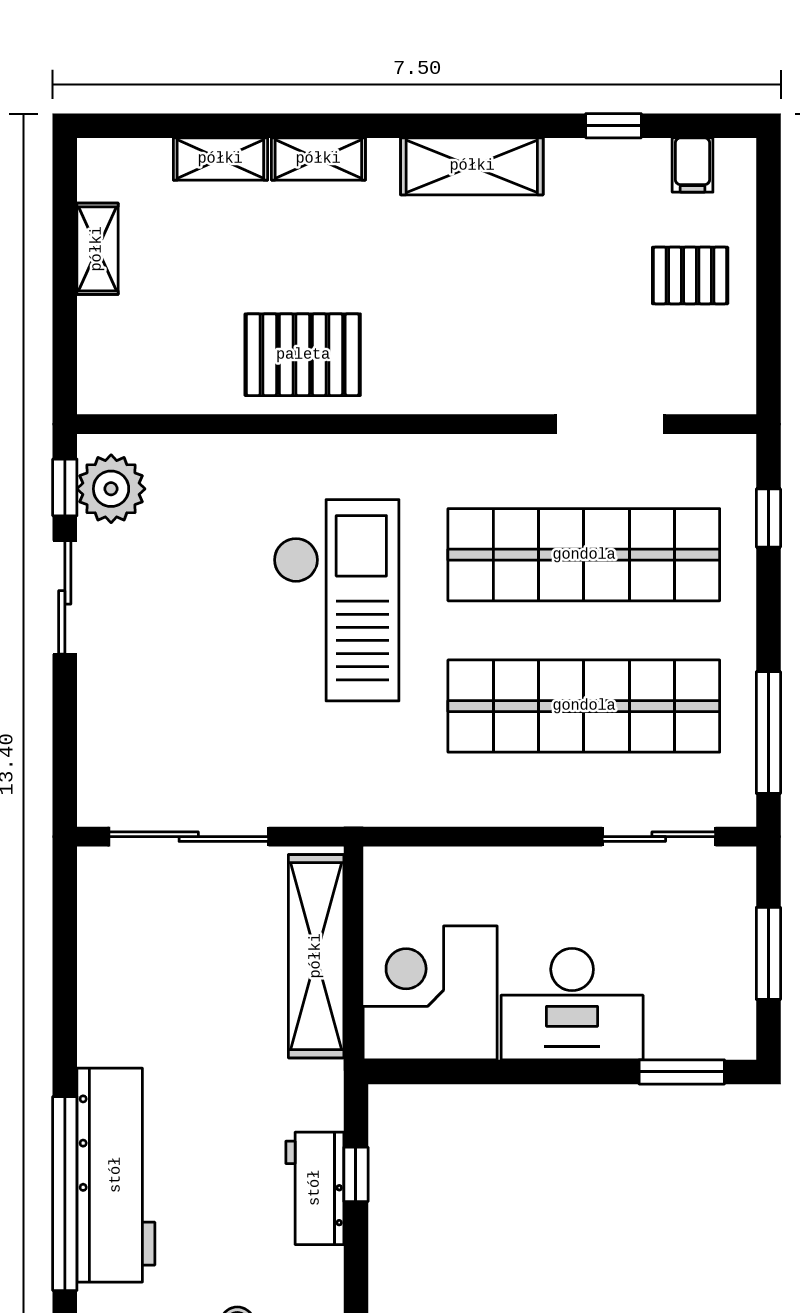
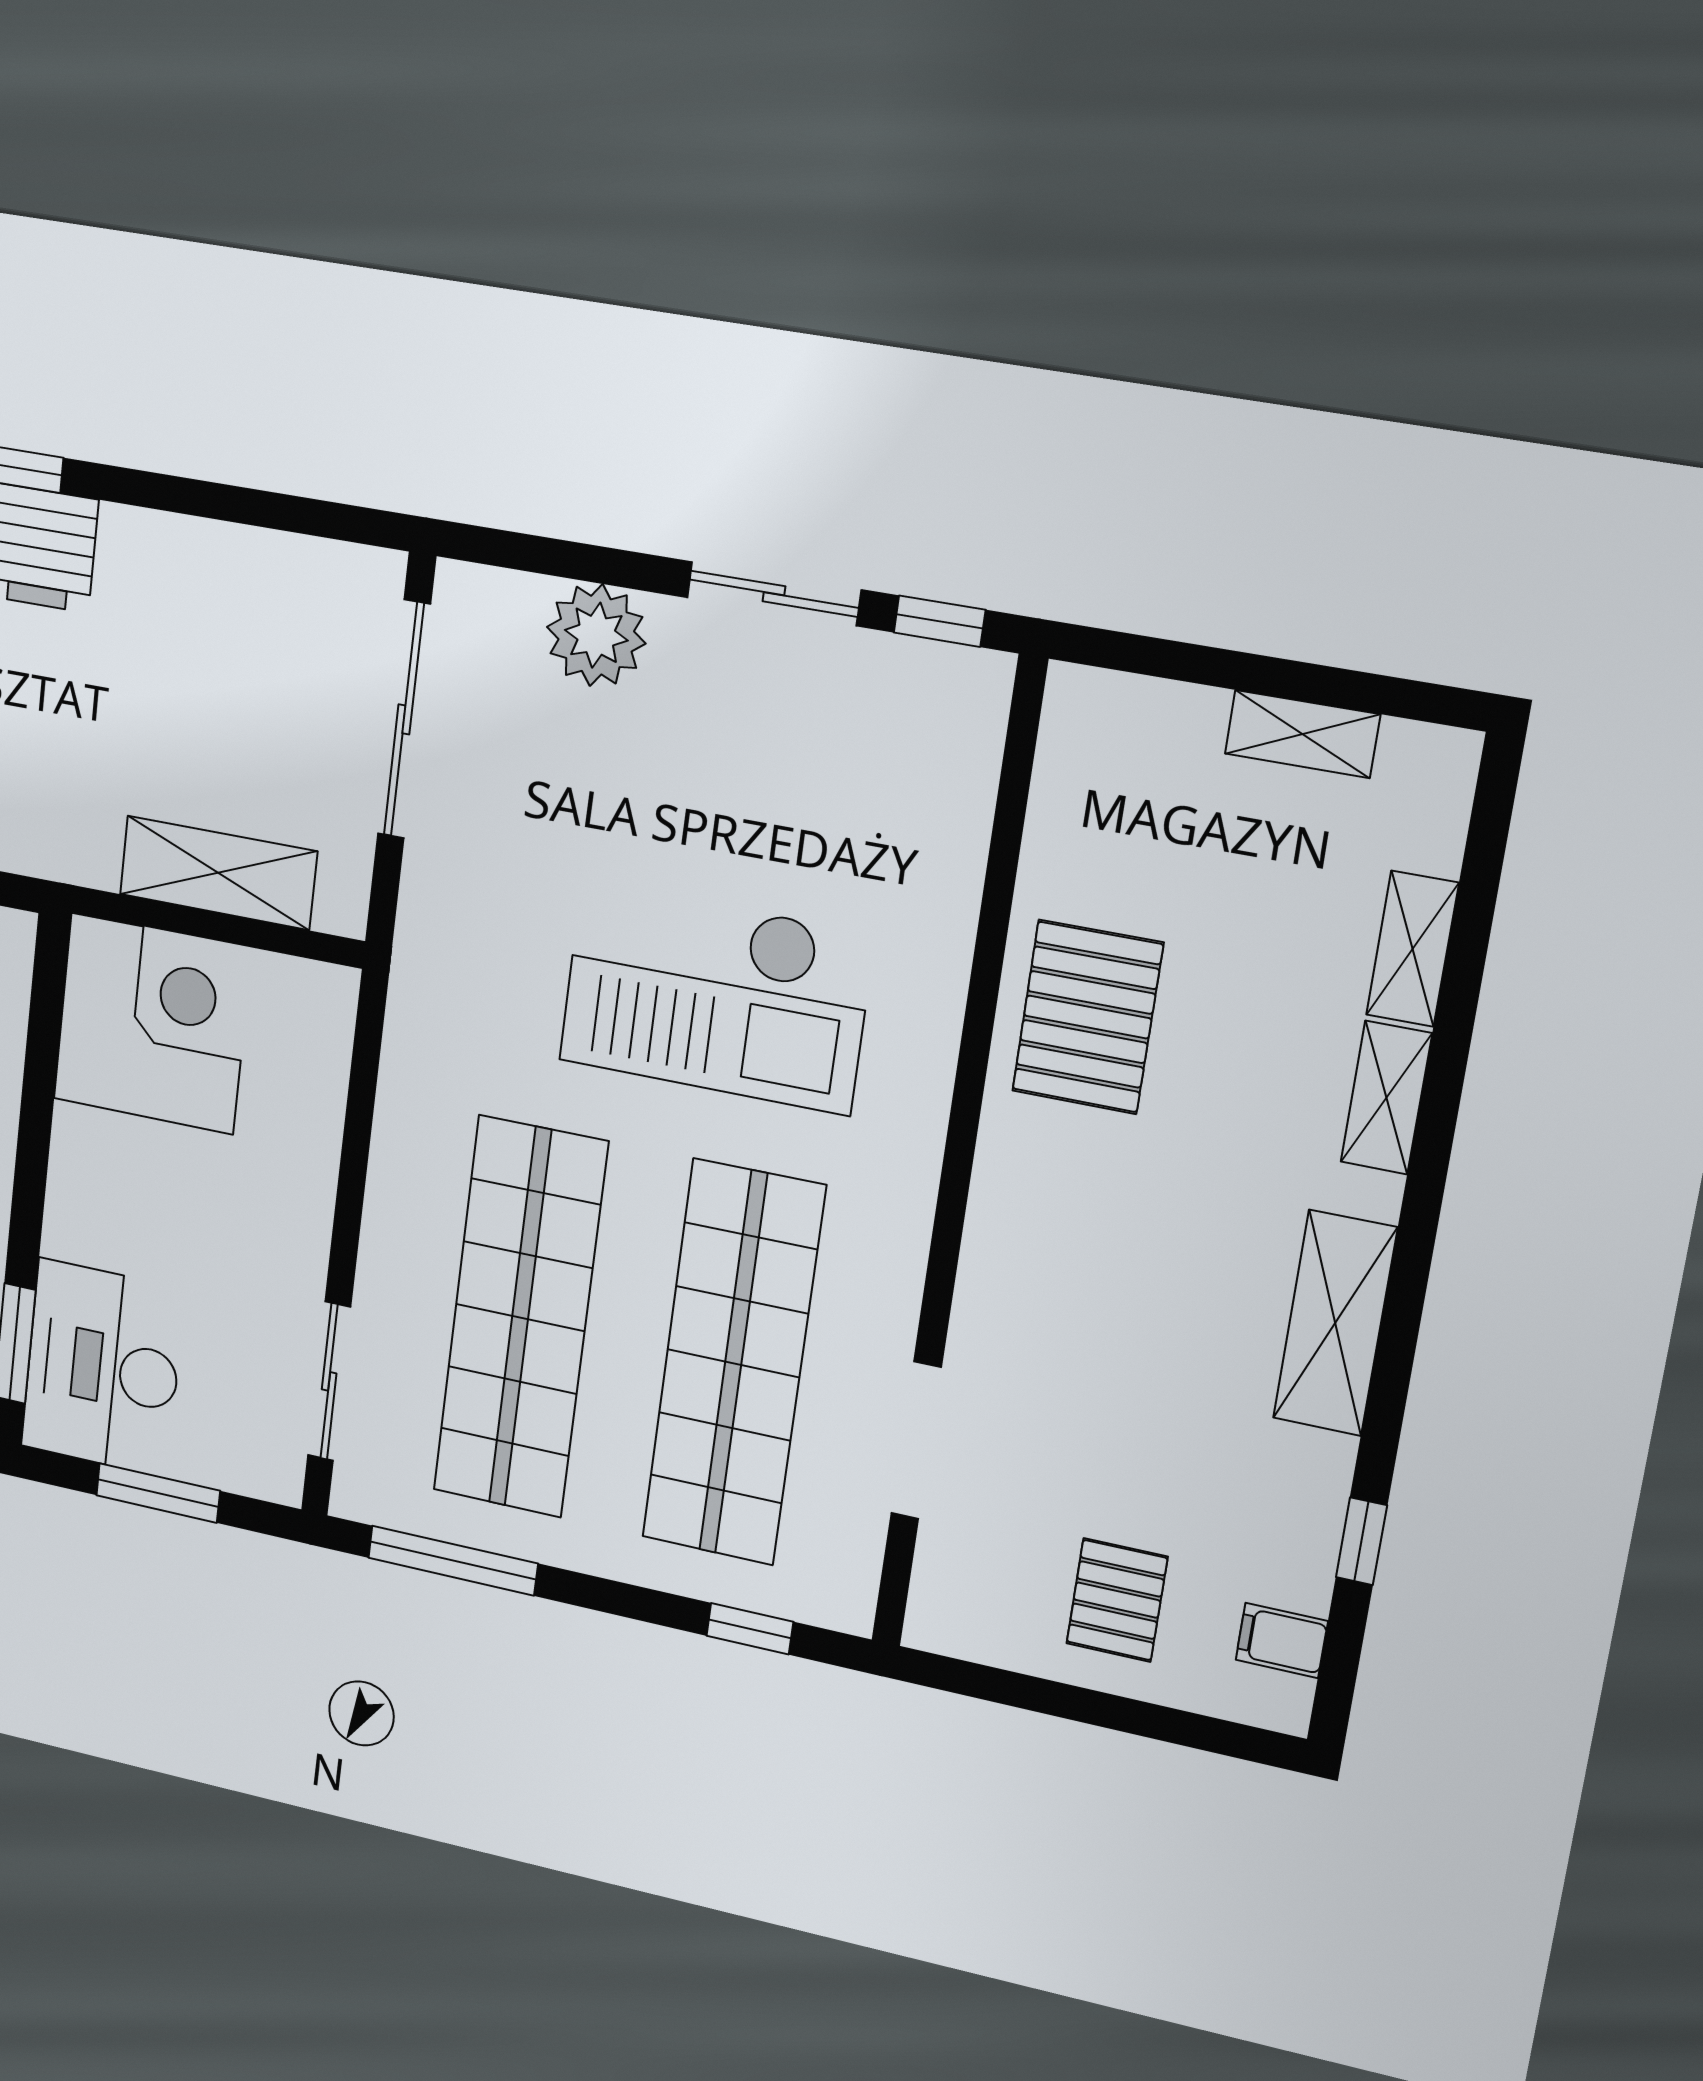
plant: (111, 489) -> (596, 635), moved
shelving: (316, 956) -> (218, 873), width x0.68
desk: (572, 1004) -> (103, 1368), moved

